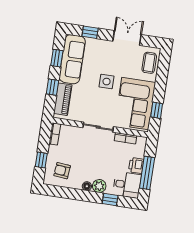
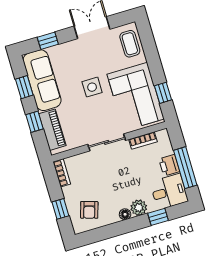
armchair: (62, 171) -> (89, 210), turned -78

